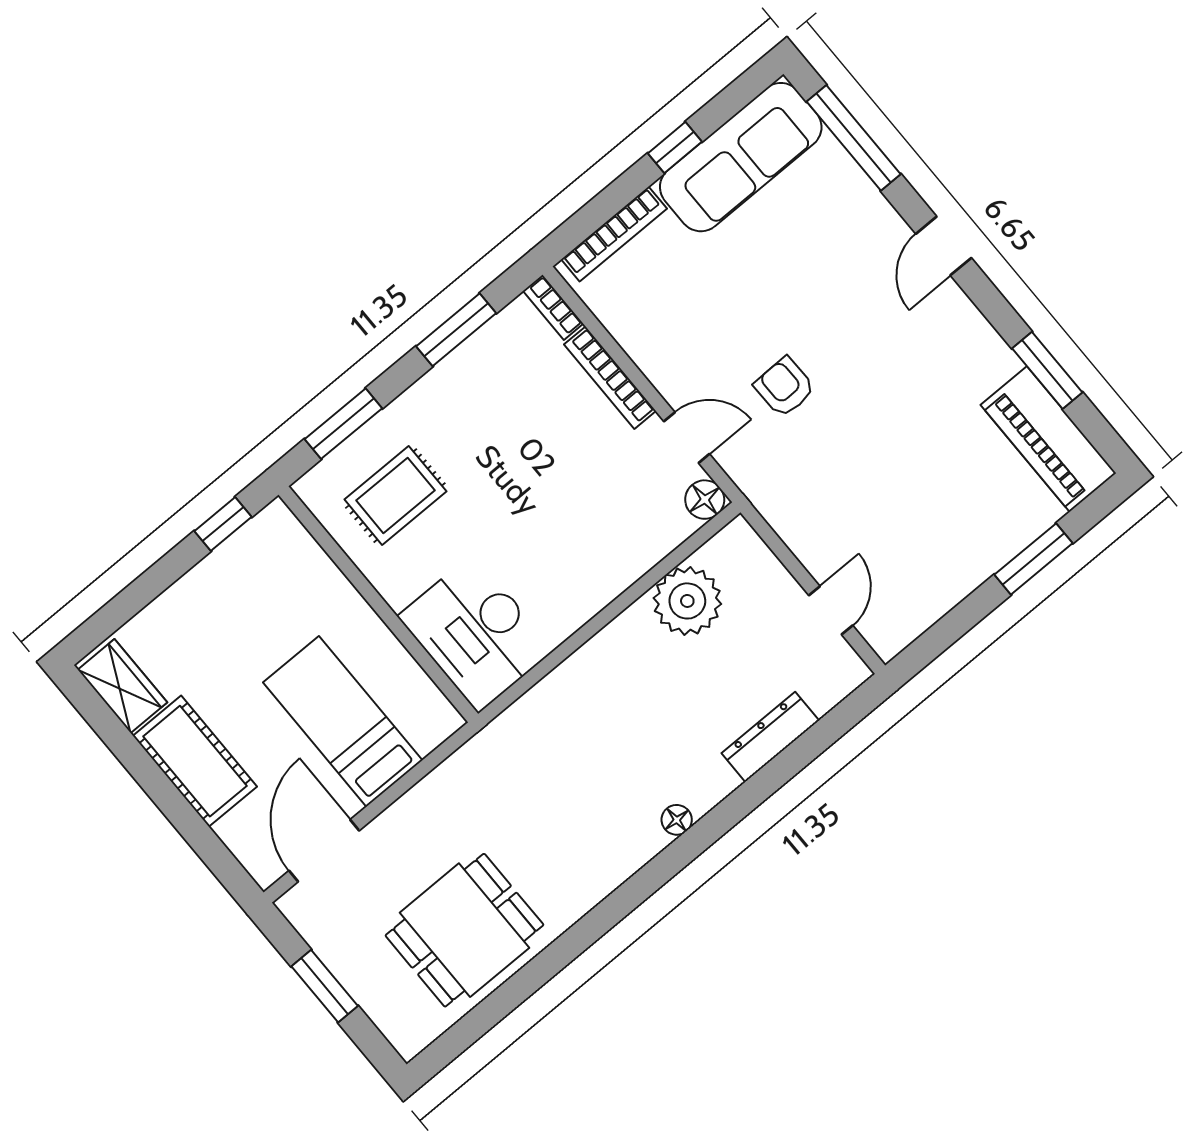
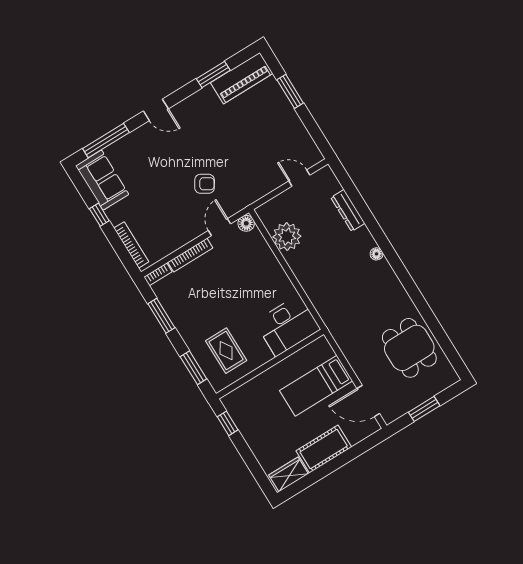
sofa: (741, 157) -> (102, 180), width x0.73
armchair: (785, 387) -> (205, 184), turned -147

